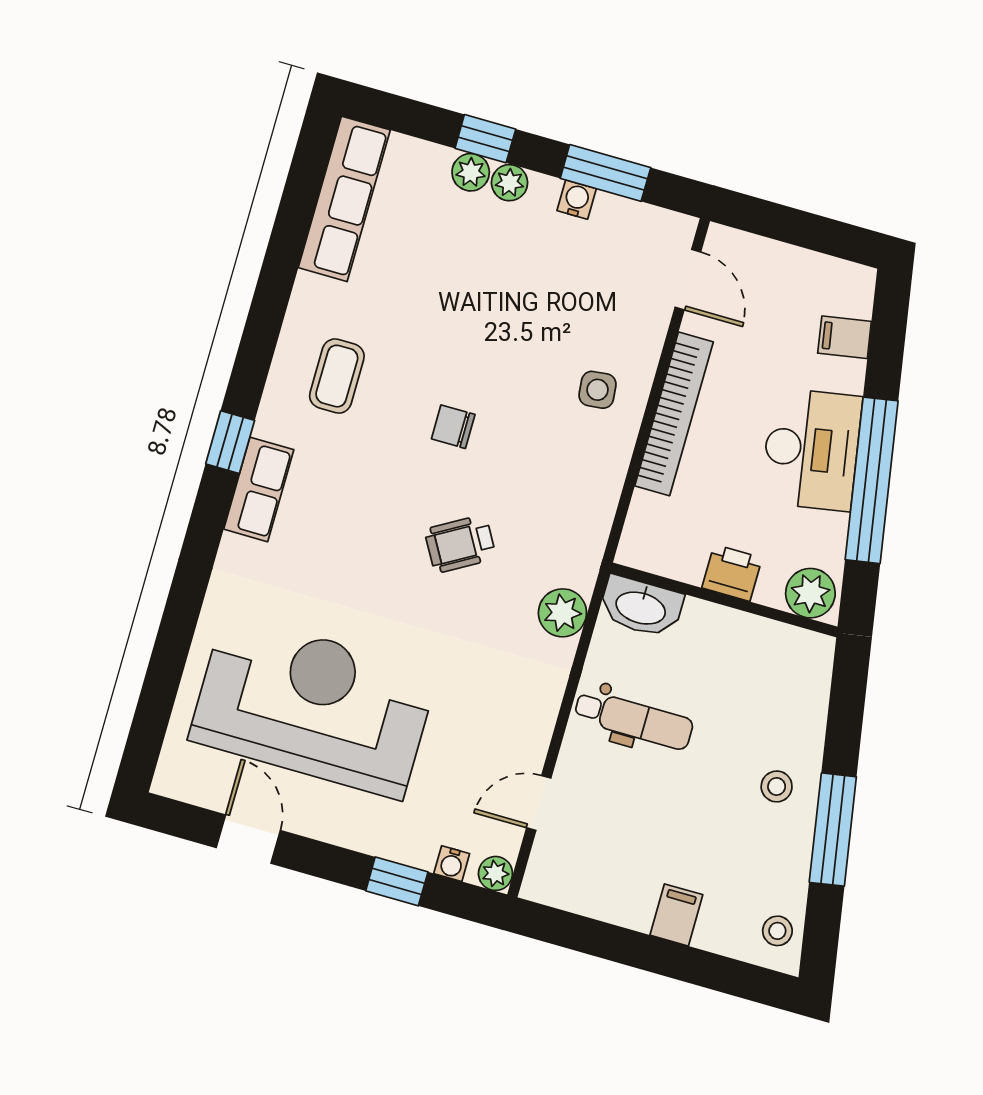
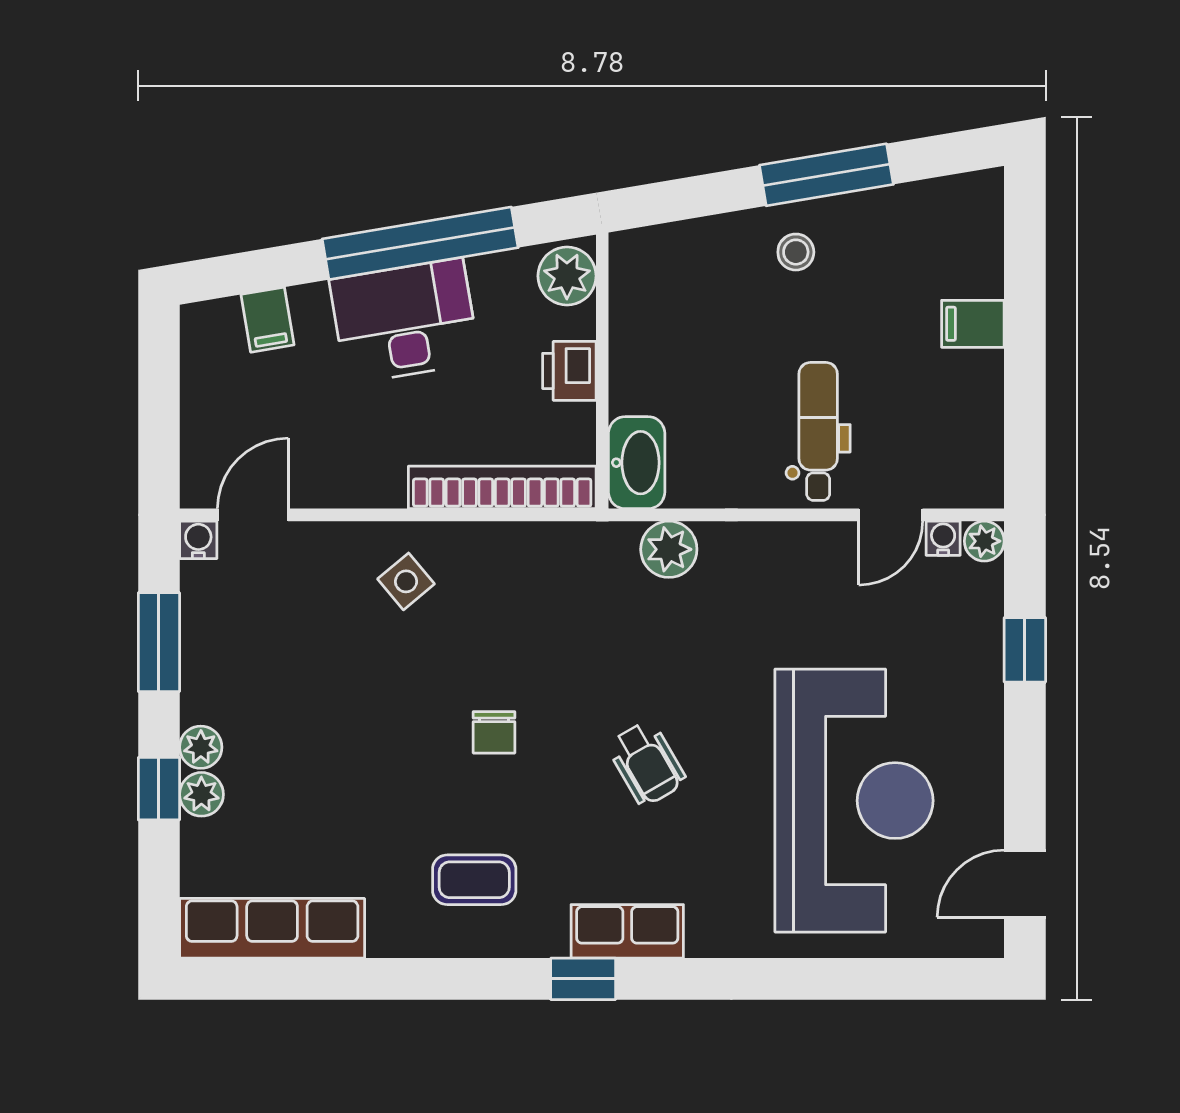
water cooler: (577, 200) -> (198, 540), moved, turned 90
side table: (598, 390) -> (406, 581), turned -34
bookcase: (674, 414) -> (502, 487), moved
wheelchair: (460, 544) -> (647, 763), moved
reception desk: (313, 706) -> (854, 801), turned 180
dental chair: (634, 720) -> (818, 431), moved
door: (539, 803) -> (891, 515), hinge flipped
door: (248, 839) -> (1025, 884), moved
water cooler: (452, 864) -> (943, 538), moved, turned -90
stool: (777, 931) -> (958, 205), removed

